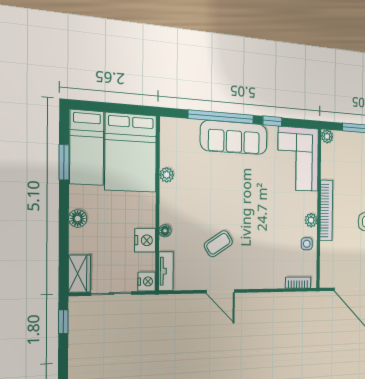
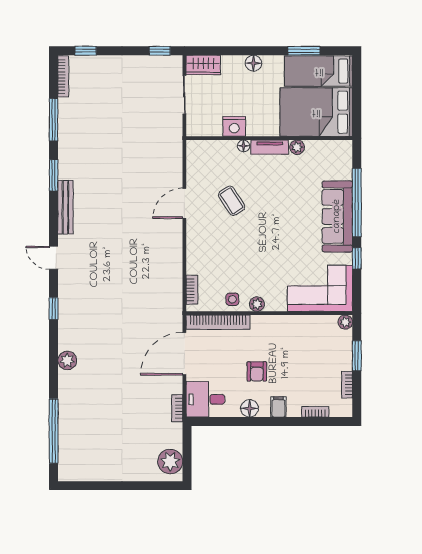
bookcase: (326, 210) -> (218, 322), moved
tv unit: (166, 271) -> (270, 147), moved
nightstand: (147, 282) -> (195, 128), removed

